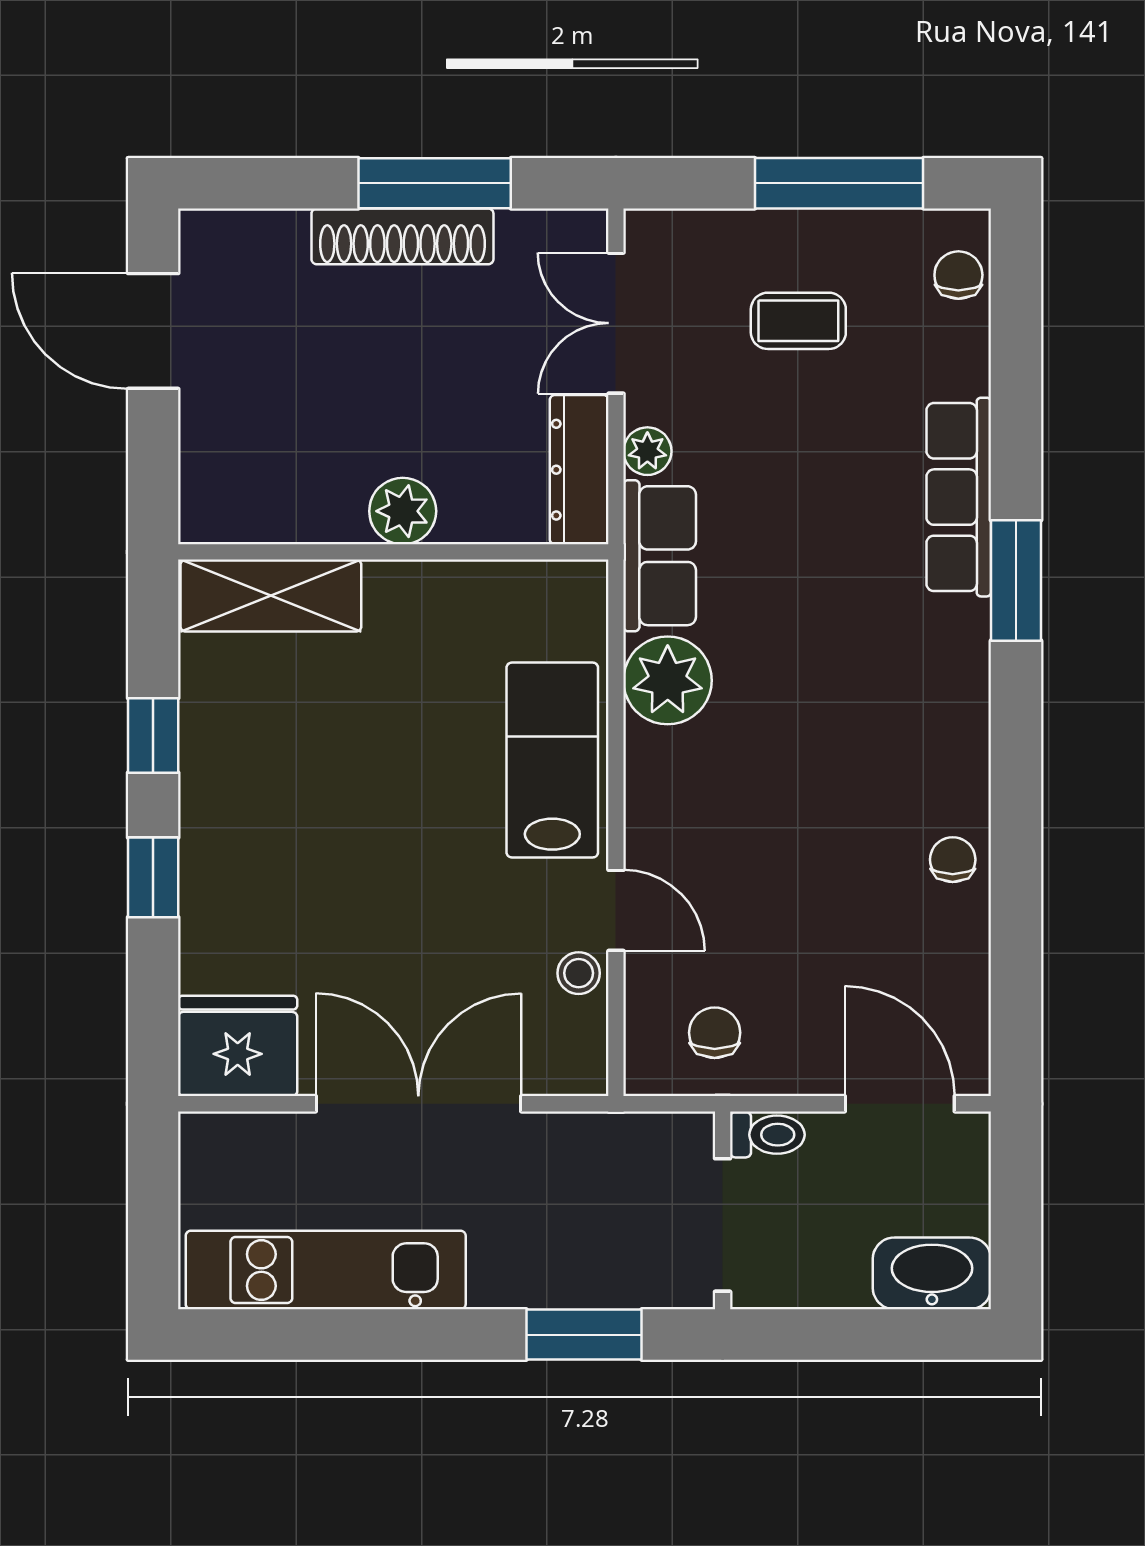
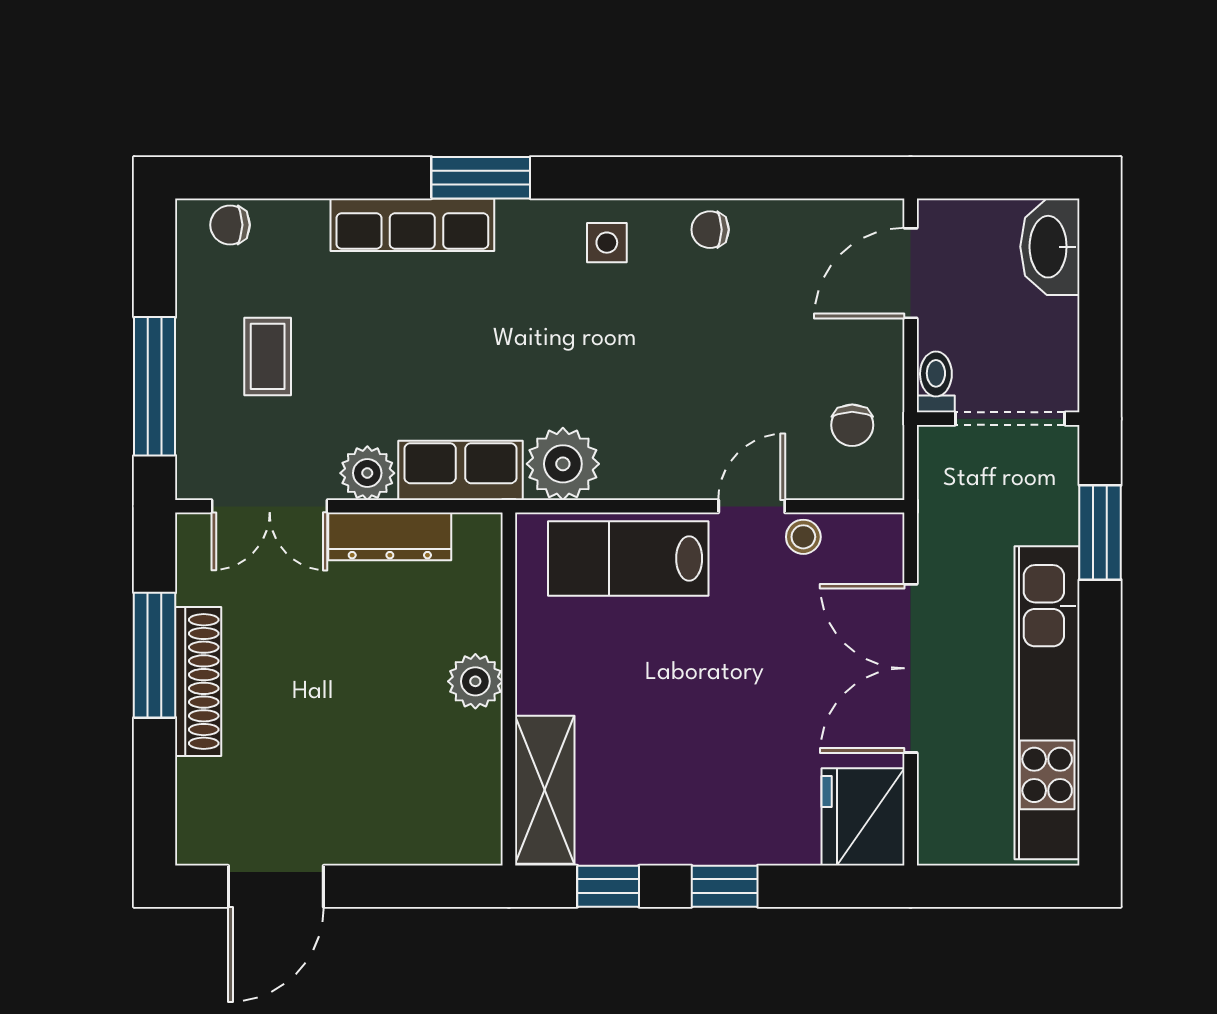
window: (839, 183) -> (155, 386), moved
plant: (647, 451) -> (367, 473), width x1.38, depth x1.38
plant: (403, 511) -> (475, 681), moved
wall: (393, 552) -> (509, 689), moved
shelving: (271, 596) -> (545, 790), moved
side table: (937, 734) -> (607, 243), added
chair: (715, 1033) -> (852, 425), turned -90
kitchen unit: (326, 1270) -> (1047, 703), width x1.36

